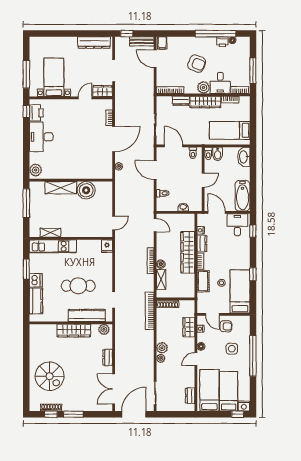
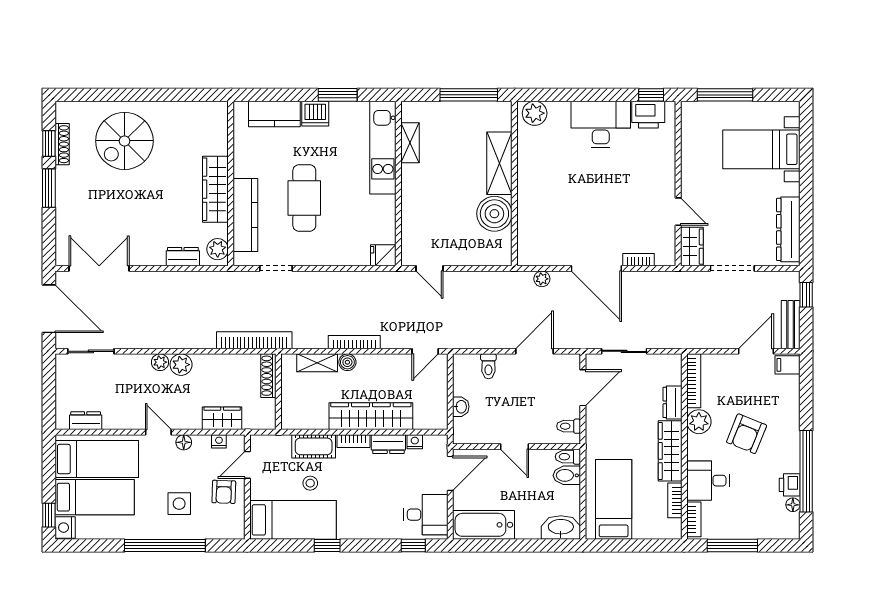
bed with nightstands: (54, 77) -> (761, 149), moved, turned 180
plant: (203, 87) -> (699, 422), moved
dresser: (108, 358) -> (183, 257), moved

